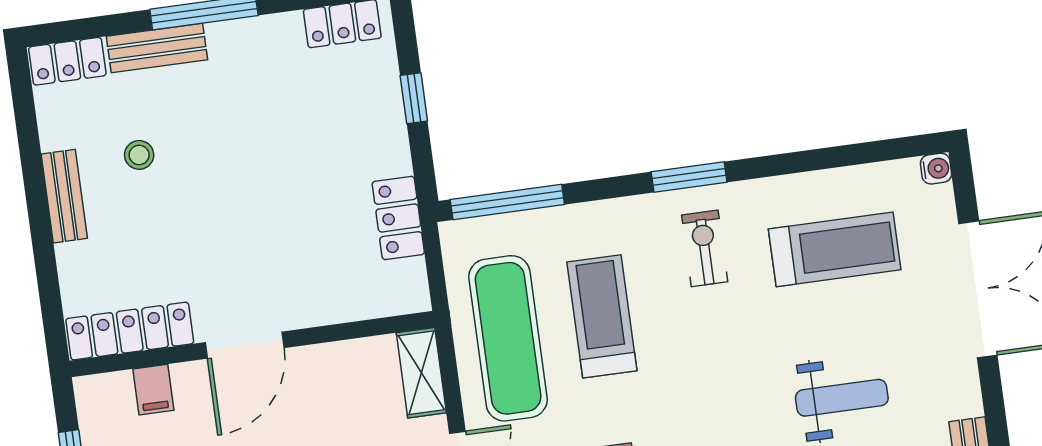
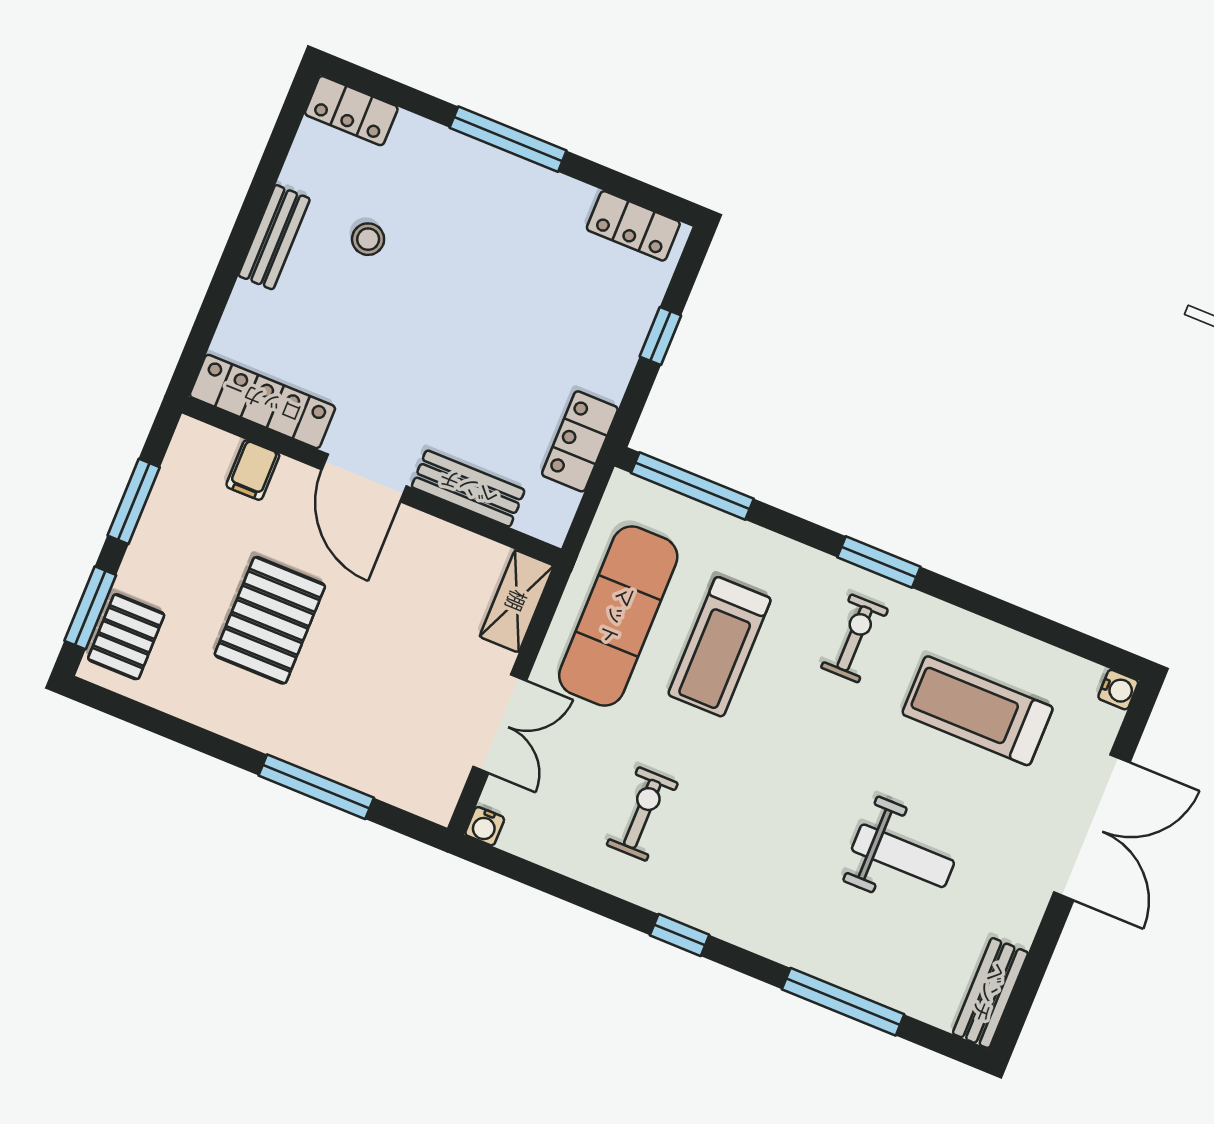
bench: (157, 48) -> (468, 488), moved
treadmill: (835, 249) -> (978, 711), turned 180
treadmill: (602, 316) -> (719, 647), turned 180
door: (245, 345) -> (364, 478), hinge flipped

